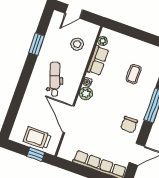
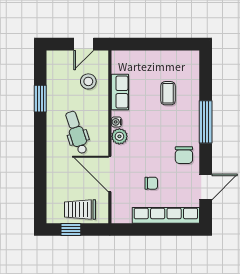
door: (74, 12) -> (84, 44), moved
plant: (103, 41) -> (117, 67), removed
chair: (97, 137) -> (151, 183), added
window: (36, 154) -> (71, 230), moved

